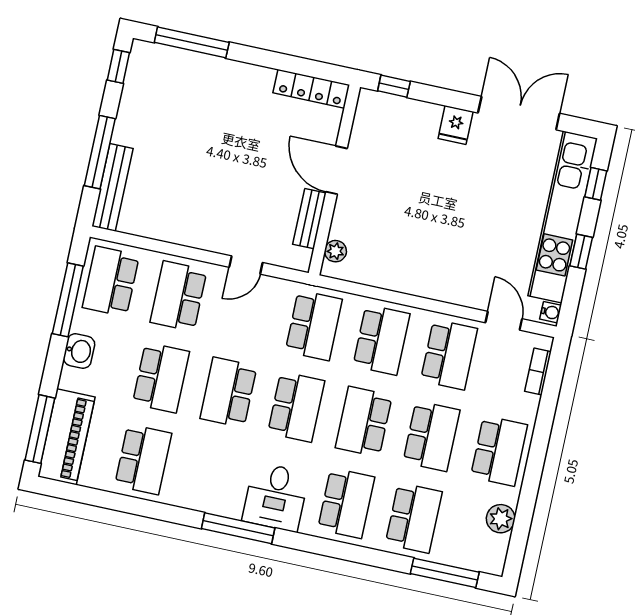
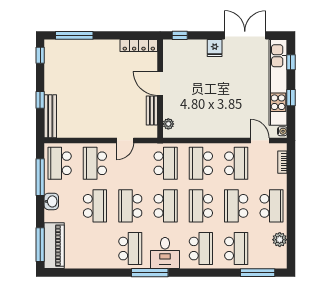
window: (100, 152) -> (40, 100), width x0.46
school desk: (381, 340) -> (201, 163), turned 180
school desk: (431, 436) -> (236, 206), turned 180
school desk: (143, 459) -> (130, 249), moved

